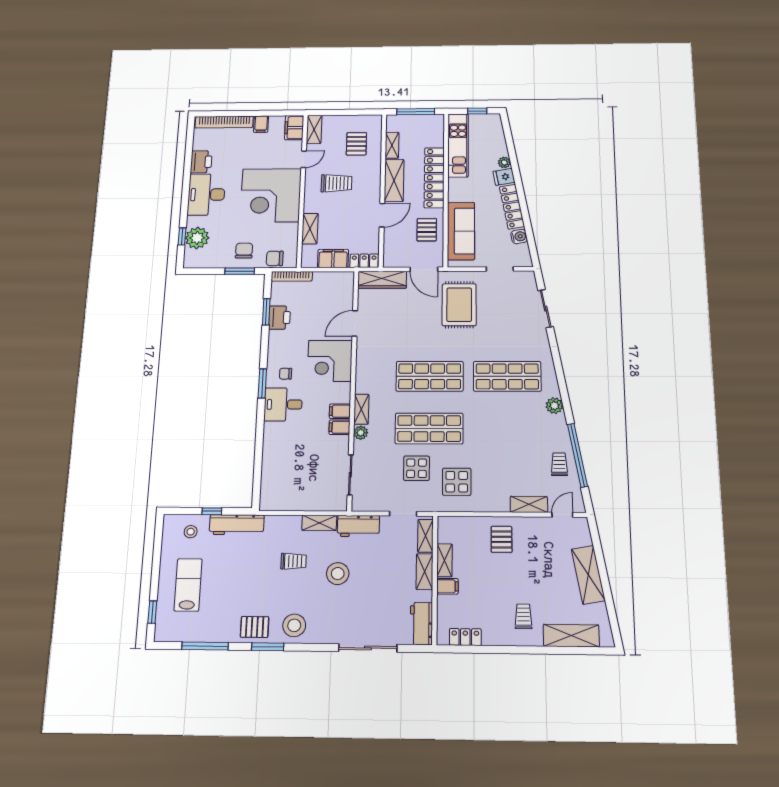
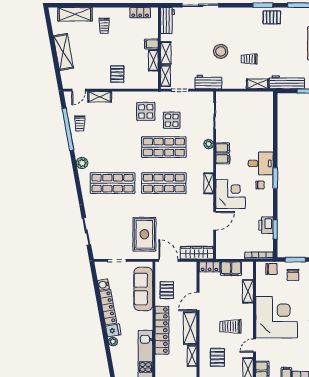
shelving: (361, 409) -> (209, 183), moved
shelving: (319, 523) -> (258, 84), moved
stool: (294, 625) -> (247, 19), removed

